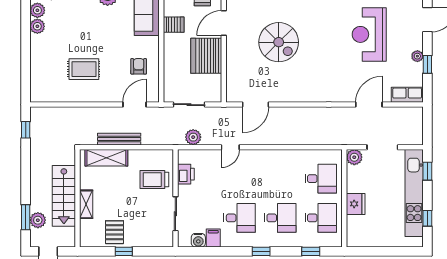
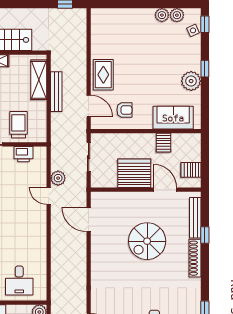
rug: (84, 69) -> (103, 75), moved
plant: (193, 137) -> (58, 178), moved

